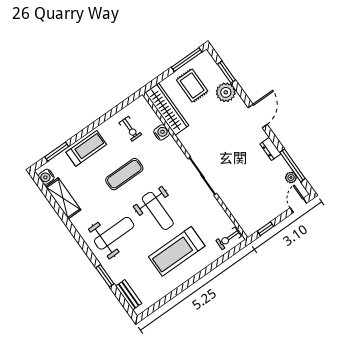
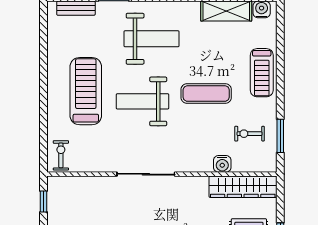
window: (57, 152) -> (280, 136), moved
exercise mat: (124, 174) -> (206, 94), turned 90
weight bench: (114, 233) -> (152, 39), turned -90

